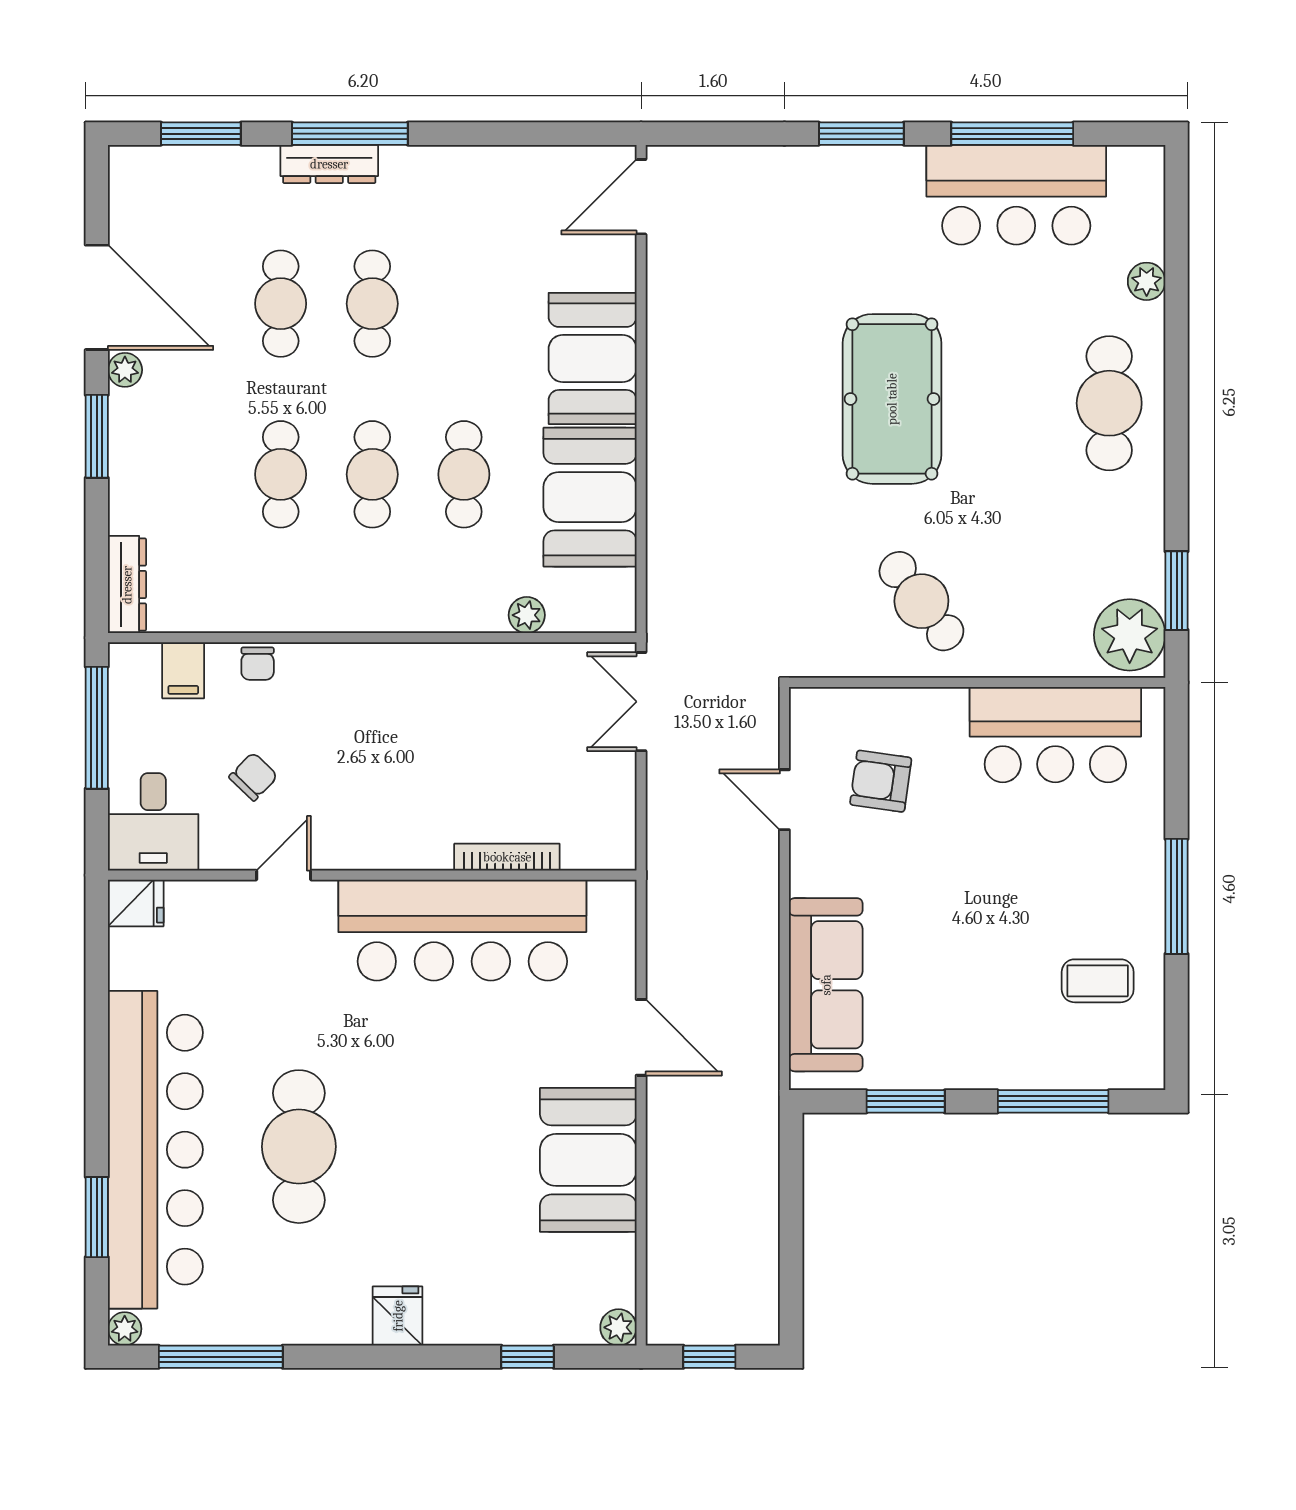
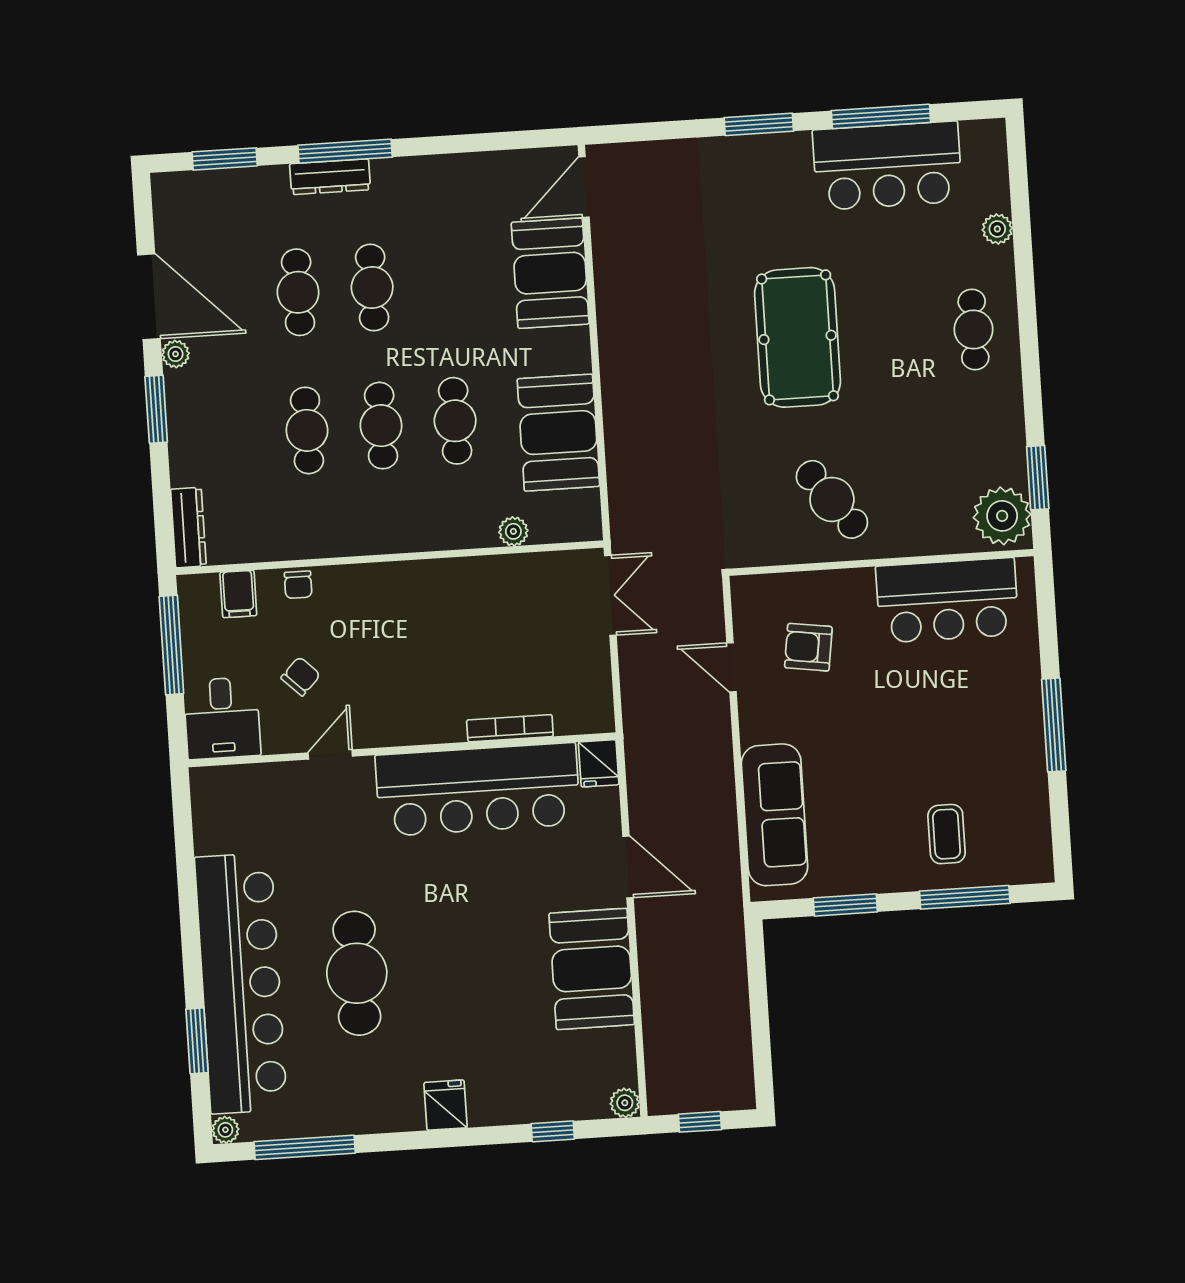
booth: (593, 358) -> (550, 273), moved
cafe table: (1109, 403) -> (973, 329), width x0.73, depth x0.74
double door: (641, 702) -> (610, 595), swing flipped
fridge: (136, 903) -> (599, 763), moved, turned 90
coffee table: (1098, 981) -> (947, 834), moved, turned 90

